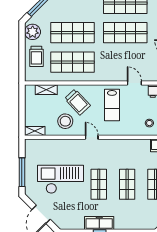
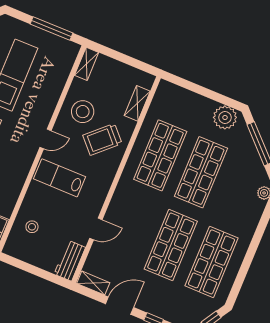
trolley: (36, 56) -> (189, 109), removed
lab bench: (112, 105) -> (60, 178), moved
window: (22, 172) -> (52, 29), moved

